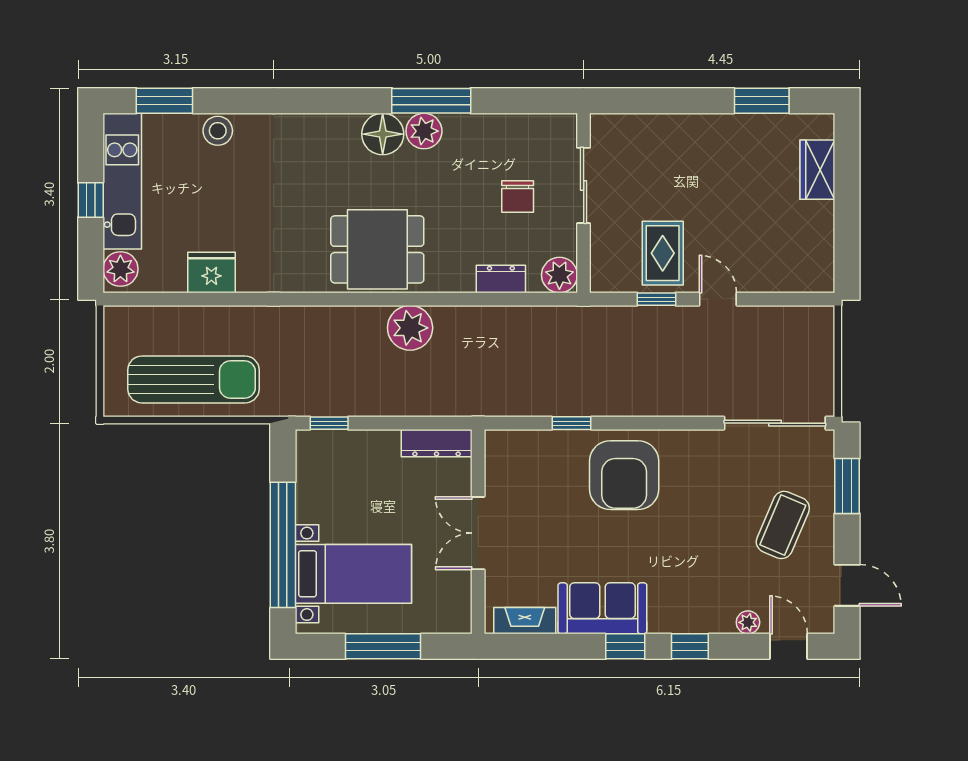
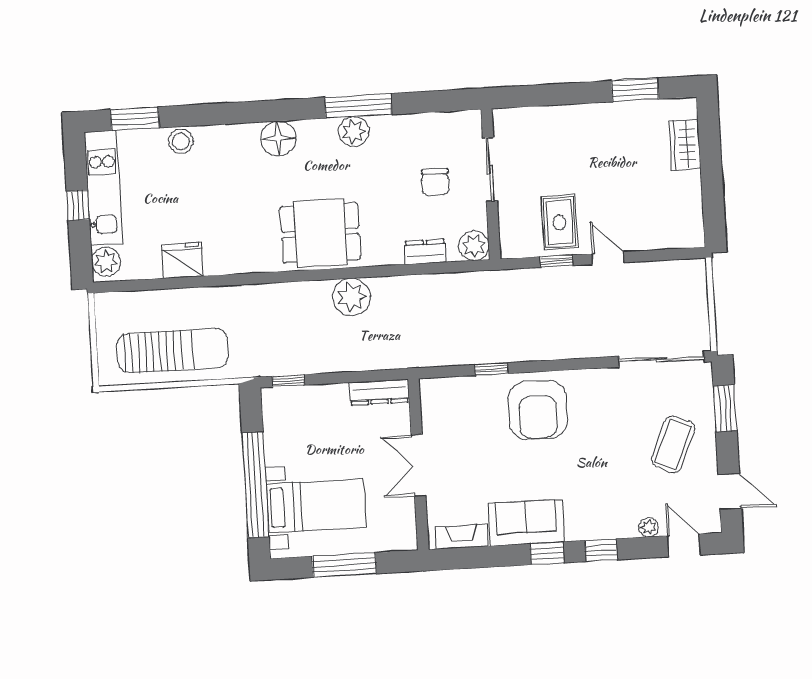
floor lamp: (383, 134) -> (278, 138), moved

